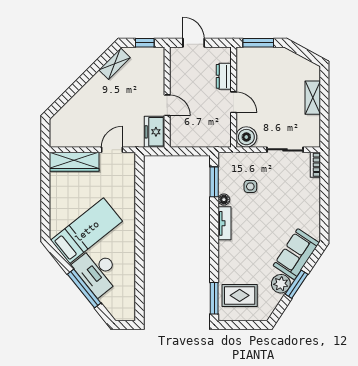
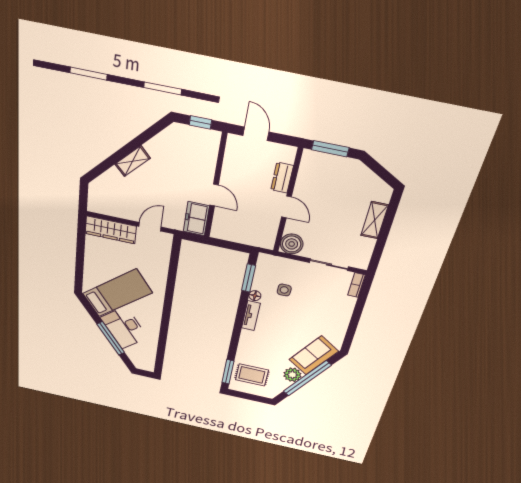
shelving: (115, 64) -> (133, 161), moved
window: (297, 284) -> (307, 378), width x2.11

